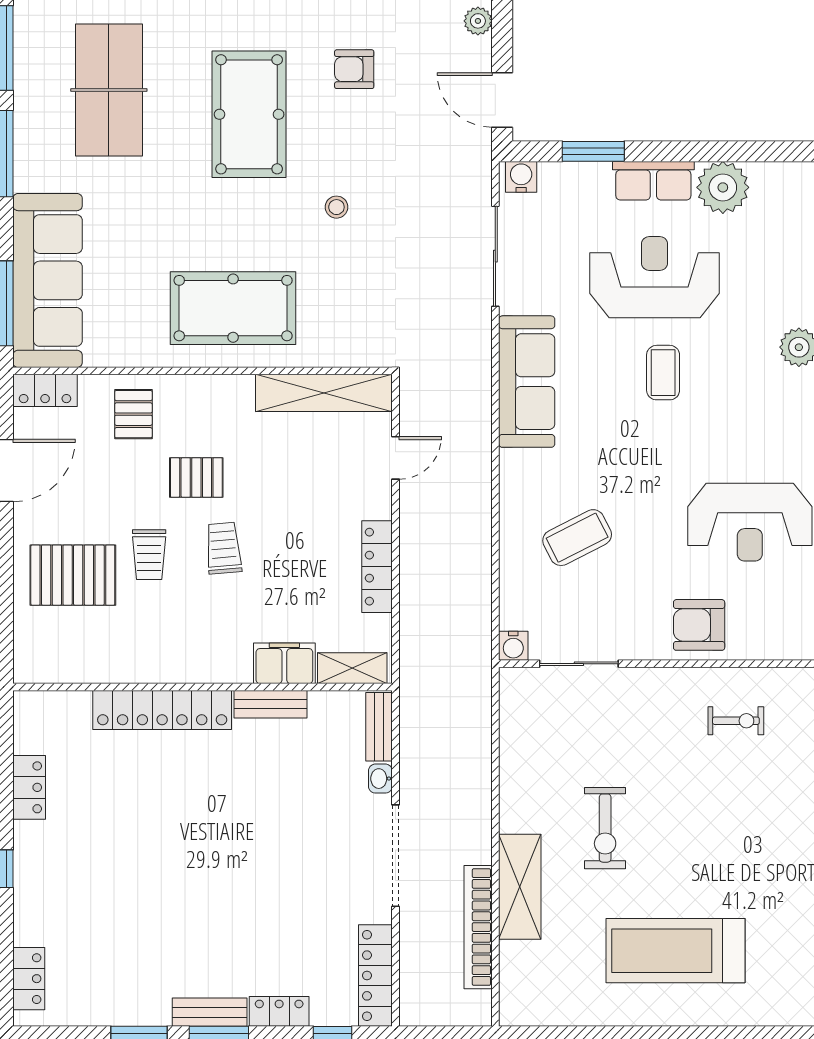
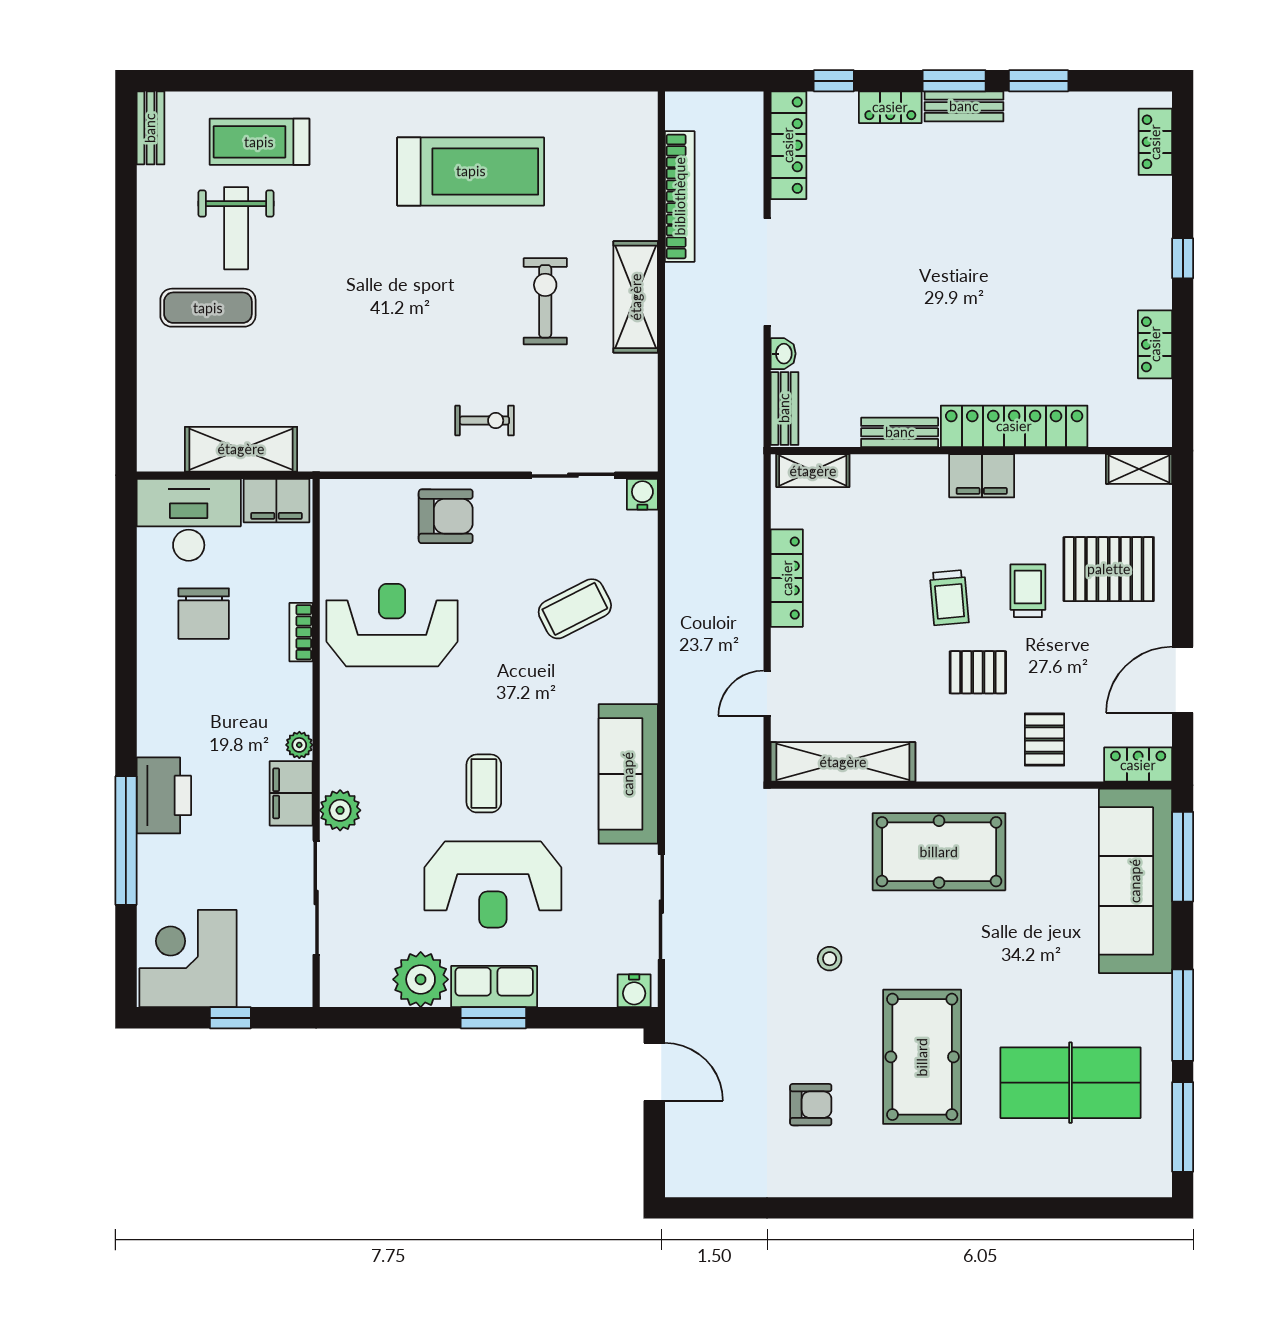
plant: (478, 21) -> (680, 1156), removed
table tennis table: (109, 90) -> (1070, 1083), turned 90
window: (593, 151) -> (493, 1018), moved
filing cabinet: (284, 663) -> (982, 476), moved
shelving: (44, 670) -> (1139, 469), added
exercise bike: (736, 721) -> (485, 421), moved, turned 180
shelving: (520, 887) -> (636, 297), moved

